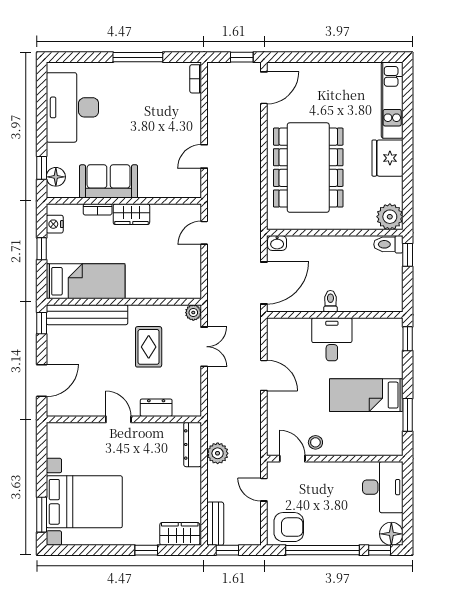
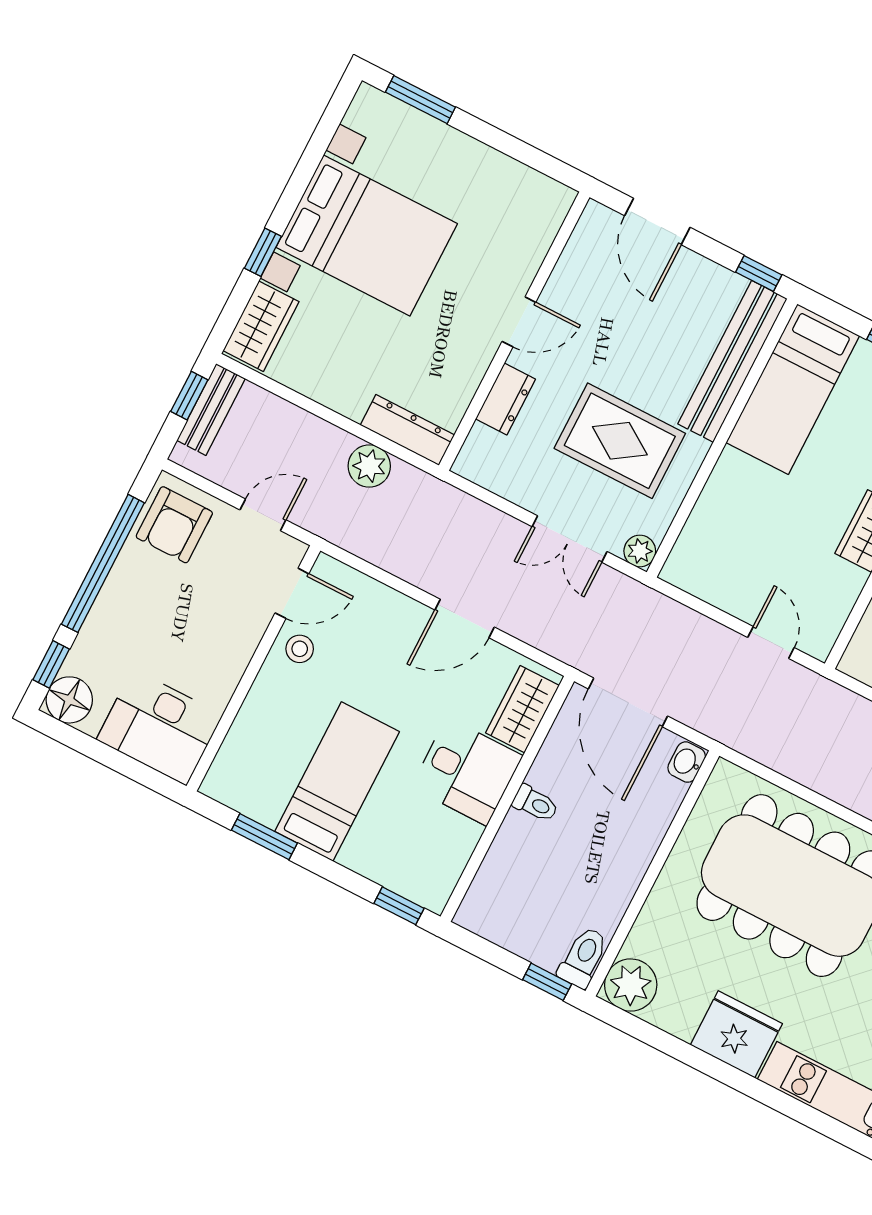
wardrobe: (291, 329) -> (522, 709), added
rug: (149, 347) -> (620, 441), width x1.36, depth x1.43
bed with nightstands: (84, 502) -> (367, 235), moved, turned -90
bench: (215, 524) -> (211, 410), moved, turned 90

